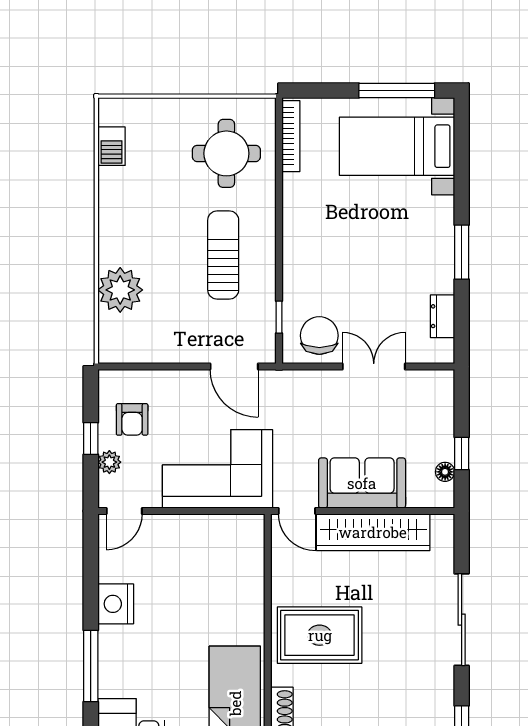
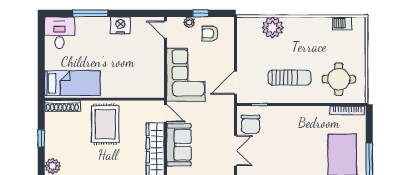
chair: (319, 336) -> (250, 124), turned 90
door: (297, 511) -> (165, 113), swing flipped

